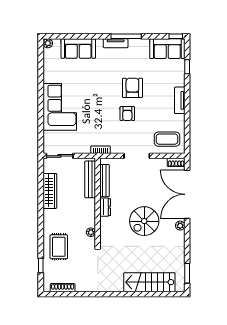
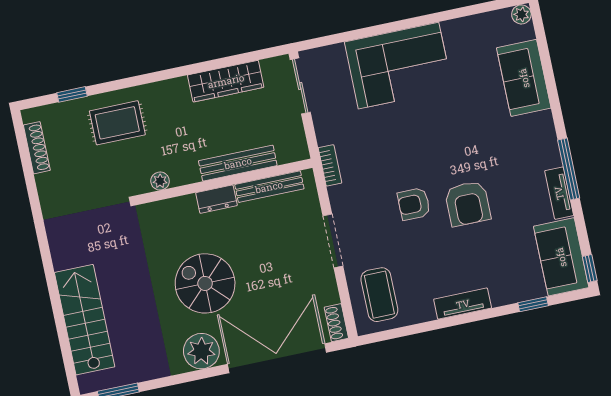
tv unit: (116, 43) -> (559, 193), moved
armchair: (132, 88) -> (468, 203), turned 90
bench: (90, 179) -> (238, 163), moved
plant: (180, 226) -> (201, 351), width x1.87, depth x1.87

